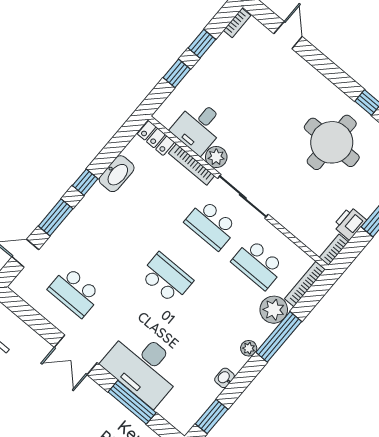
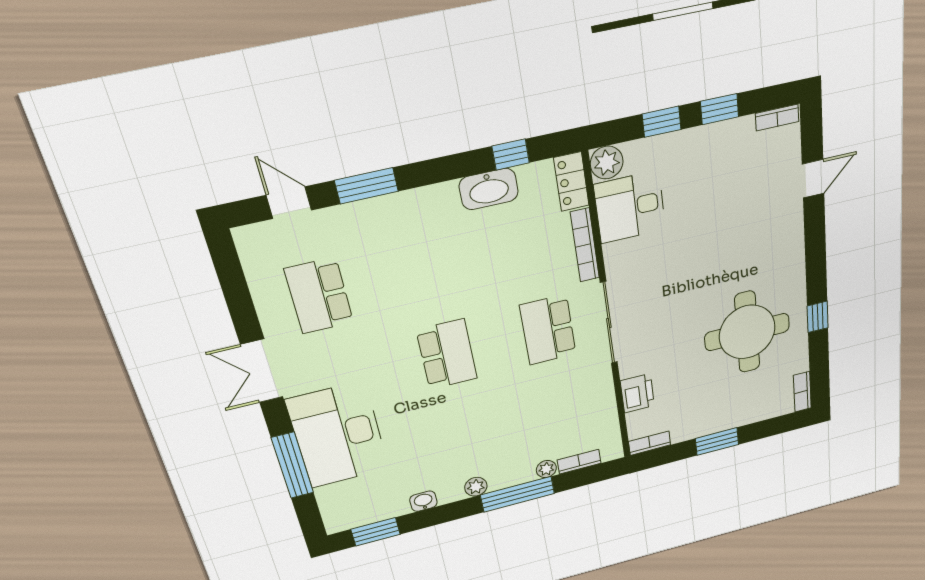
plant: (216, 157) -> (607, 163), moved
window: (85, 182) -> (511, 155), moved
printer: (350, 223) -> (637, 393), moved, turned 90
school desk: (258, 264) -> (561, 407), removed
bookcase: (305, 284) -> (579, 462), width x0.64
plant: (274, 310) -> (546, 469), width x0.53, depth x0.53

